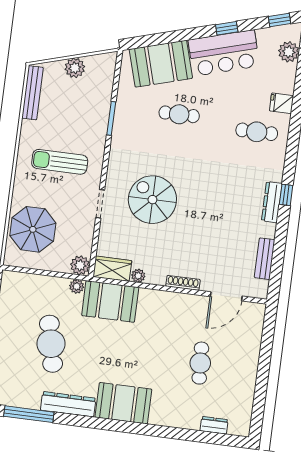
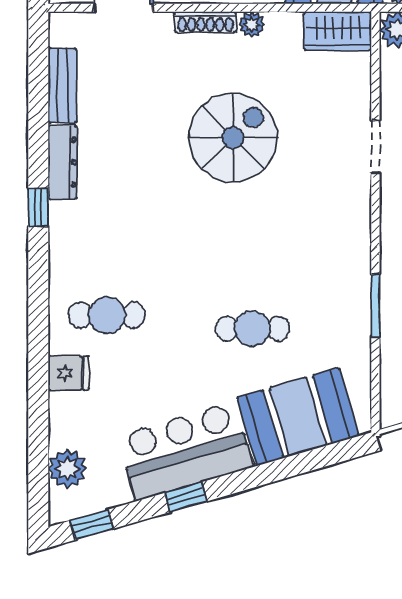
spiral stairs: (152, 200) -> (233, 138), moved, turned -90
dresser: (272, 202) -> (63, 162), moved
plant: (138, 276) -> (252, 24), moved

